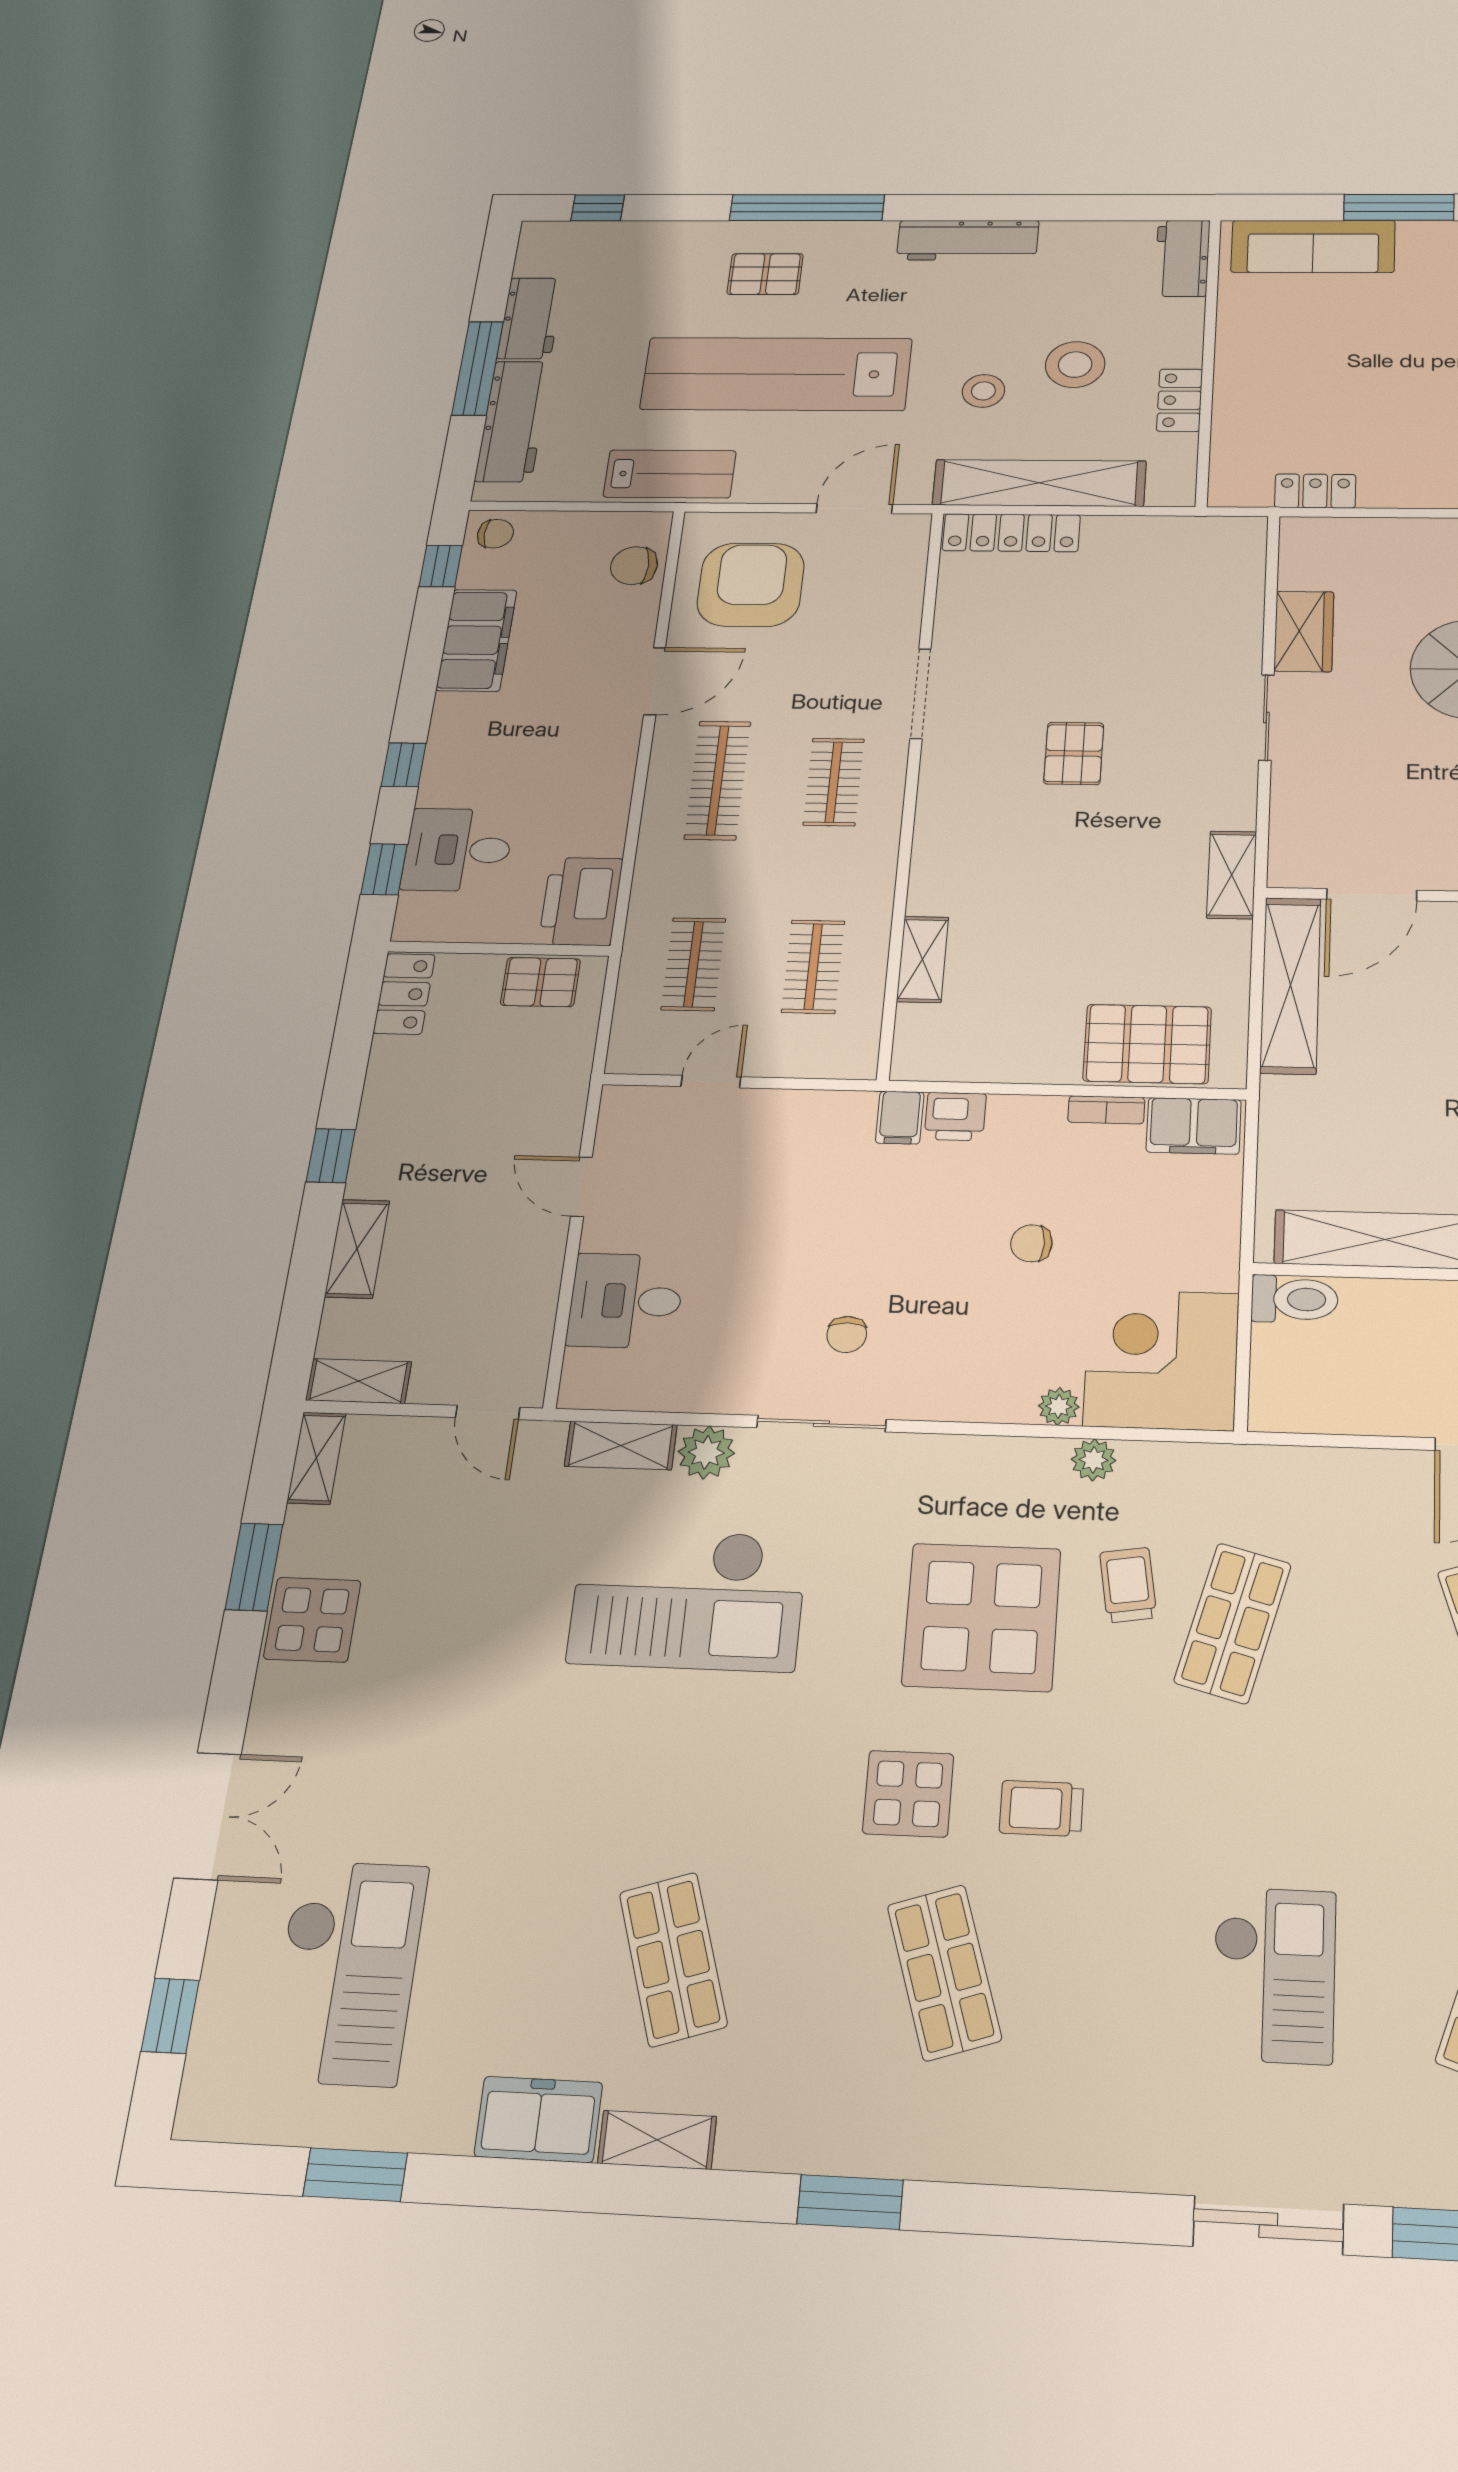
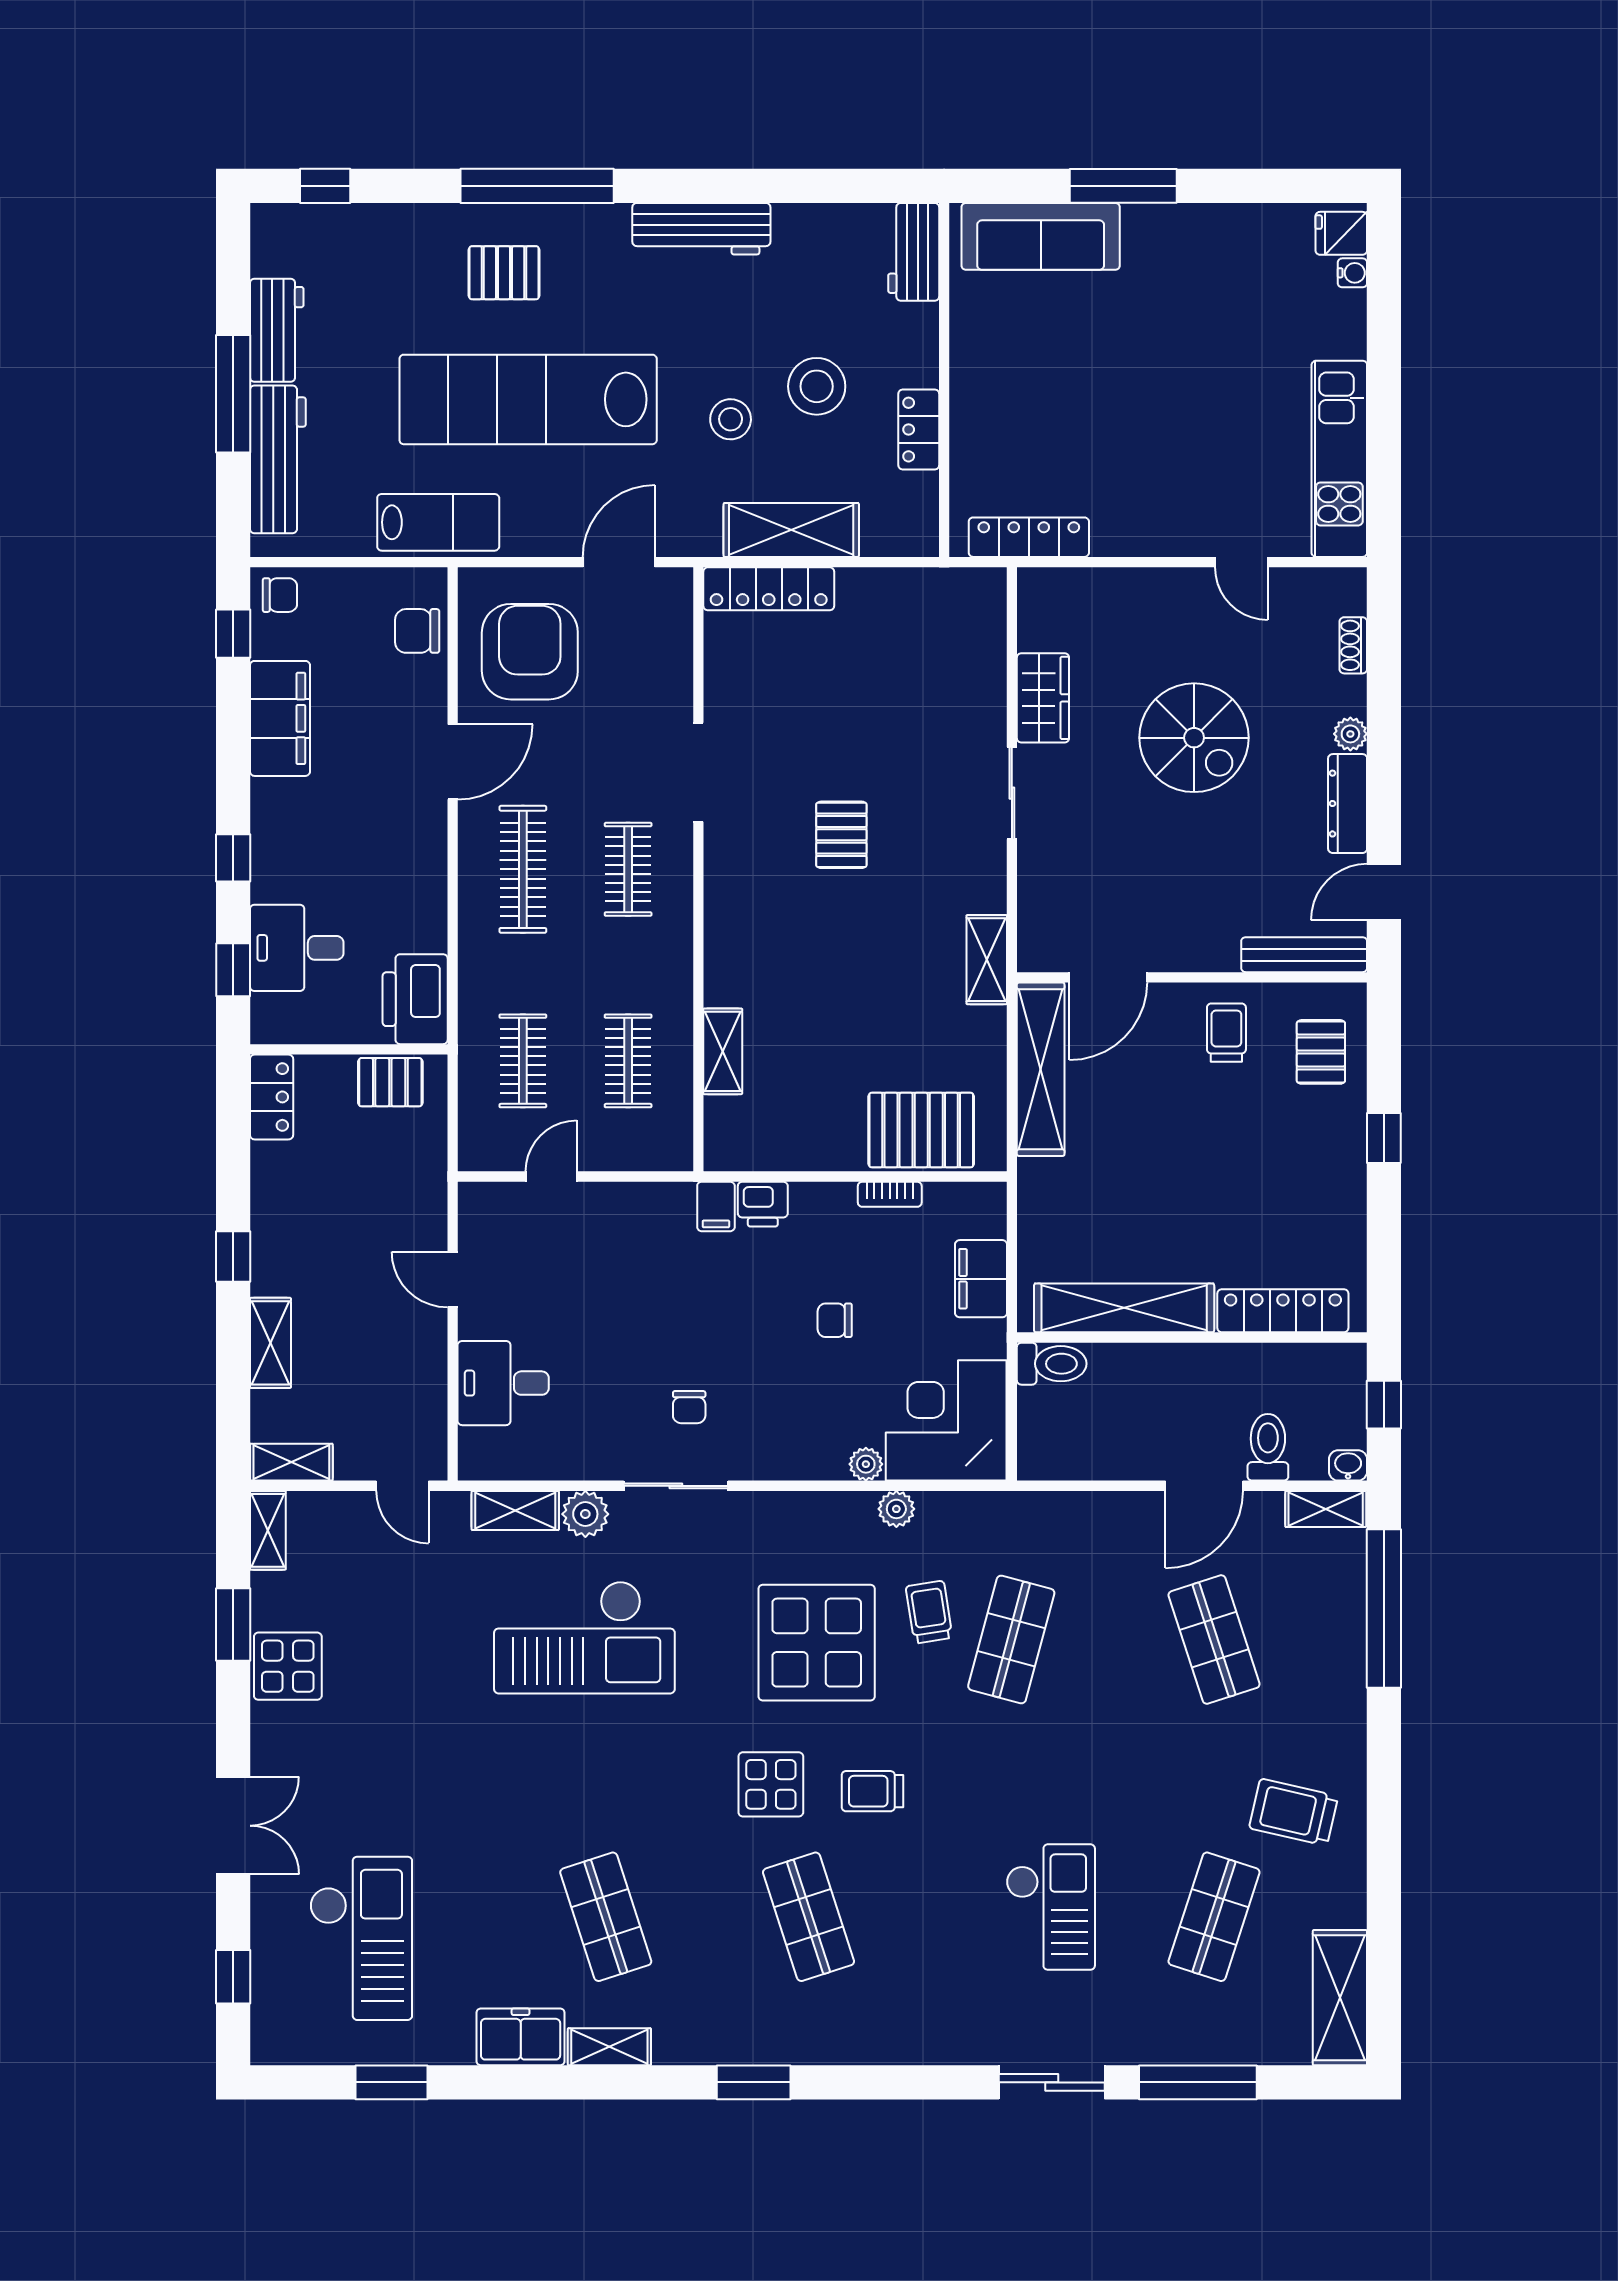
shelving: (1039, 483) -> (791, 530), width x0.68
locker: (1315, 491) -> (1029, 537), width x1.53
filing cabinet: (1194, 1126) -> (981, 1279), moved, turned 90

